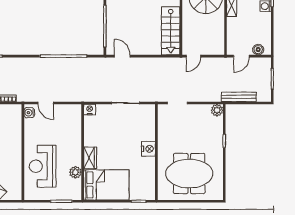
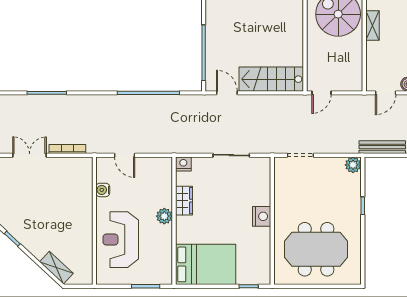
stairs: (171, 31) -> (271, 79), moved, turned 90
water cooler: (29, 113) -> (103, 190), moved
wardrobe: (90, 158) -> (184, 201), moved
plant: (75, 172) -> (164, 216), moved

